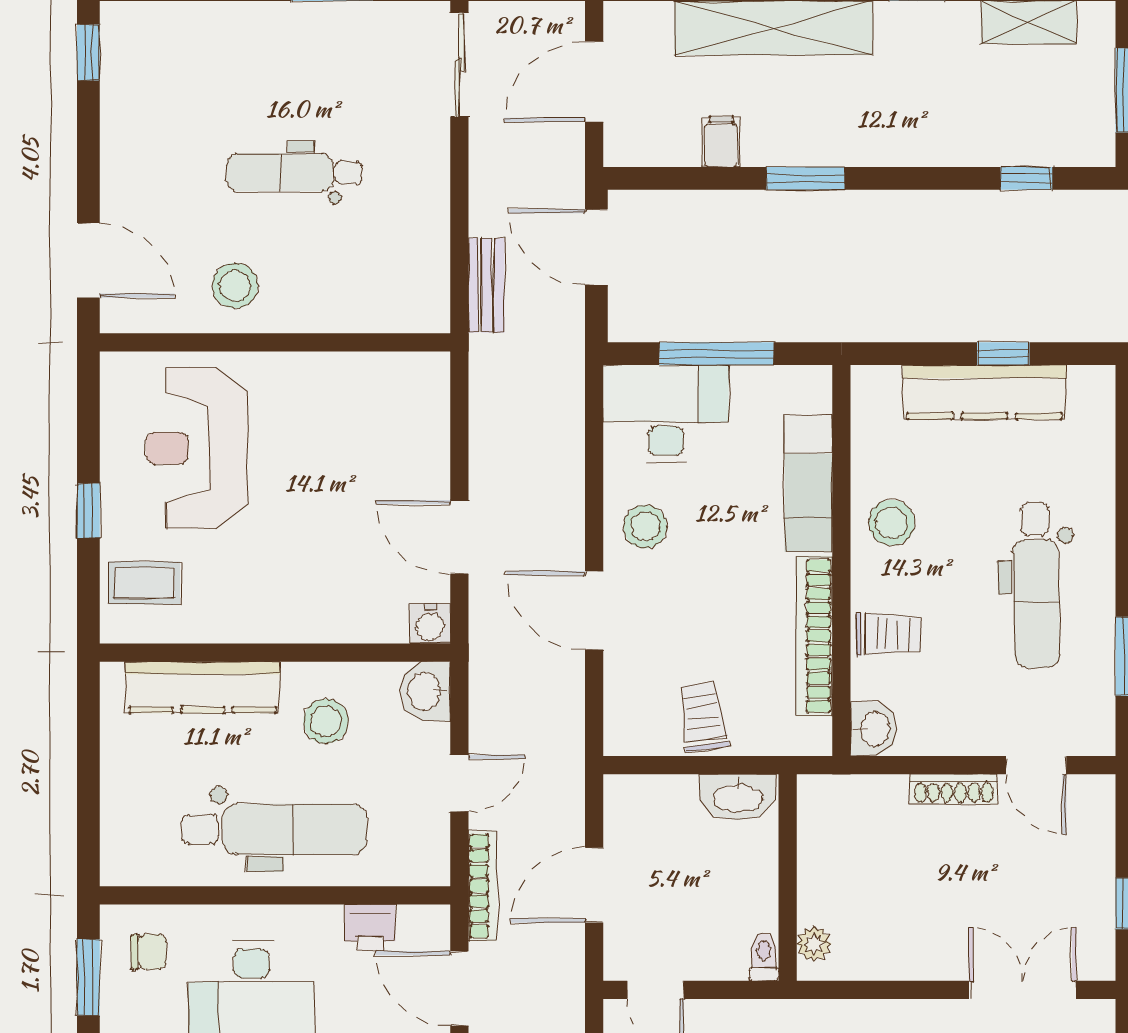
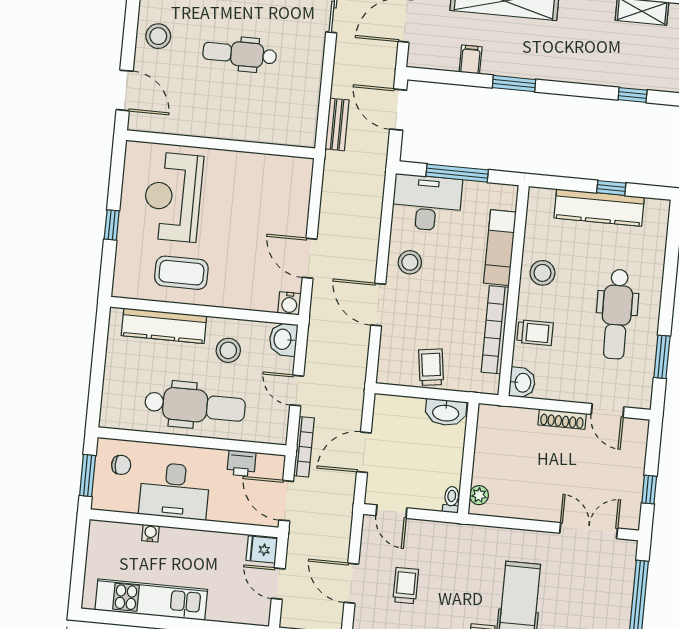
stool: (235, 286) -> (158, 36), moved
coffee table: (144, 583) -> (181, 273), moved, width x1.36, depth x1.30
door: (459, 783) -> (297, 390), swing flipped

